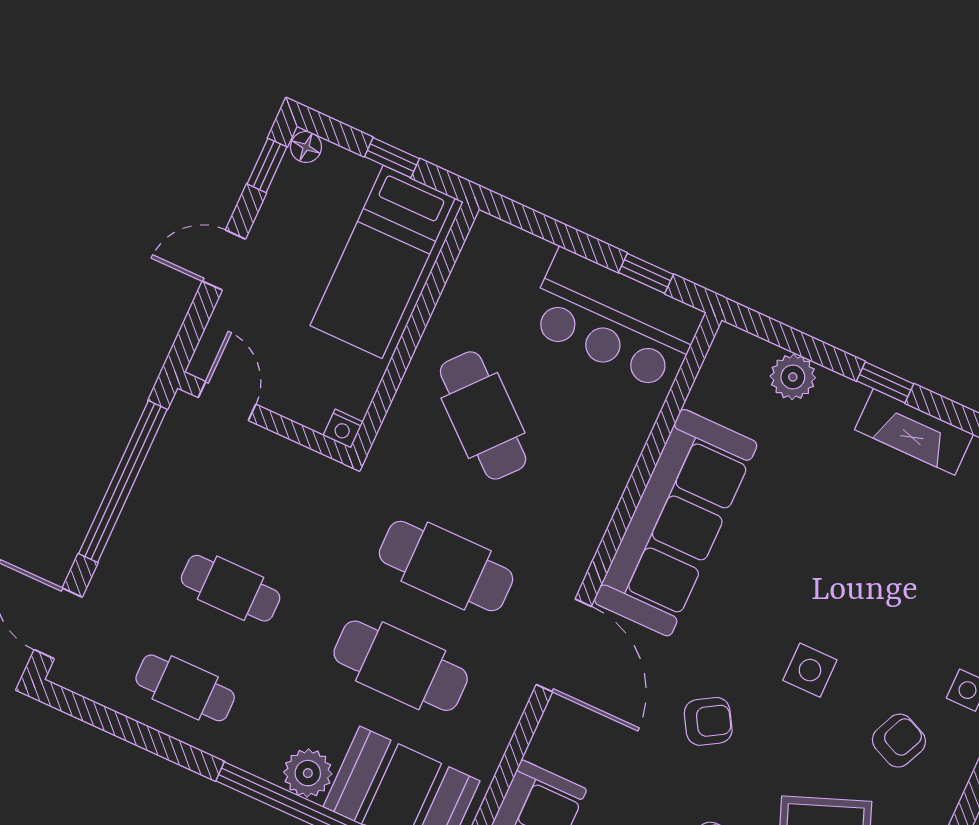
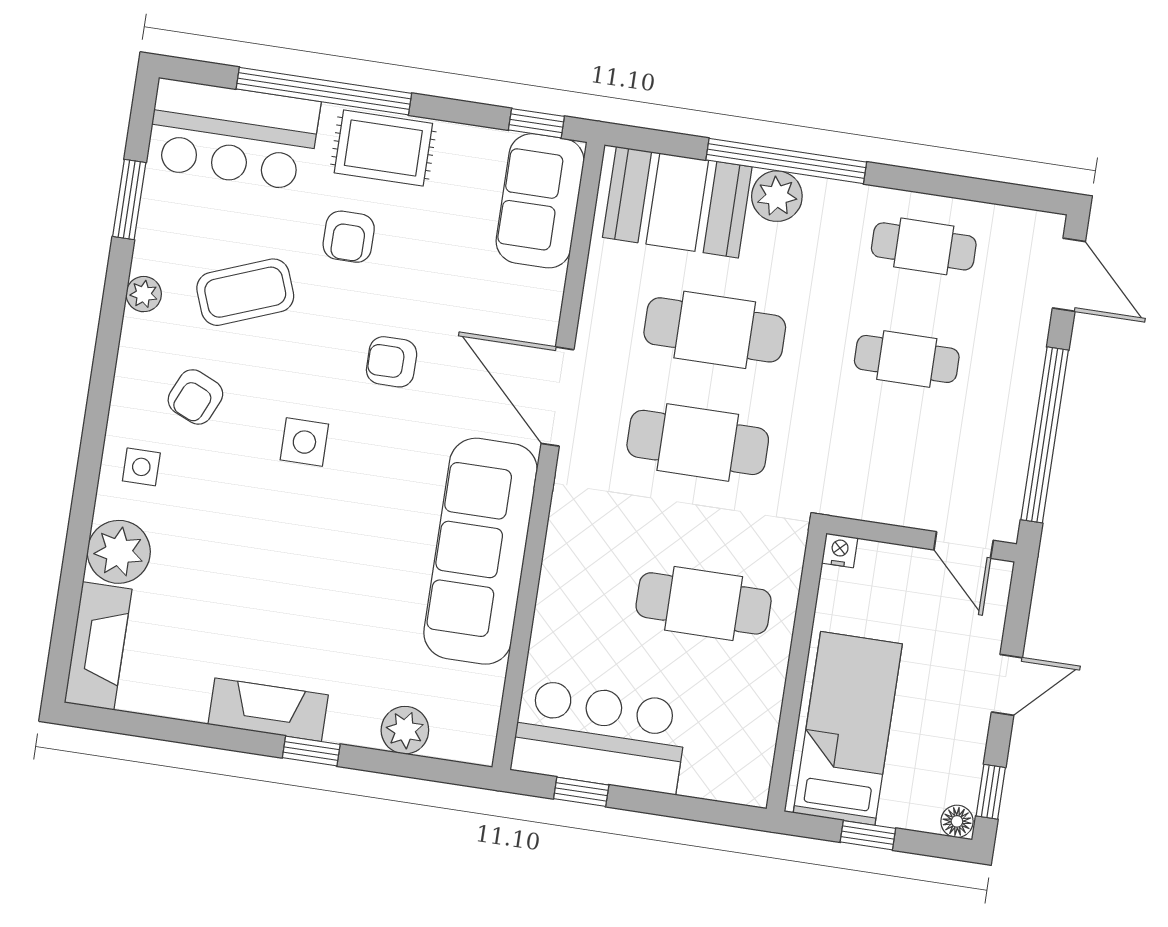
cafe table: (483, 415) -> (704, 603), turned -41
armchair: (708, 721) -> (392, 362), turned 31

